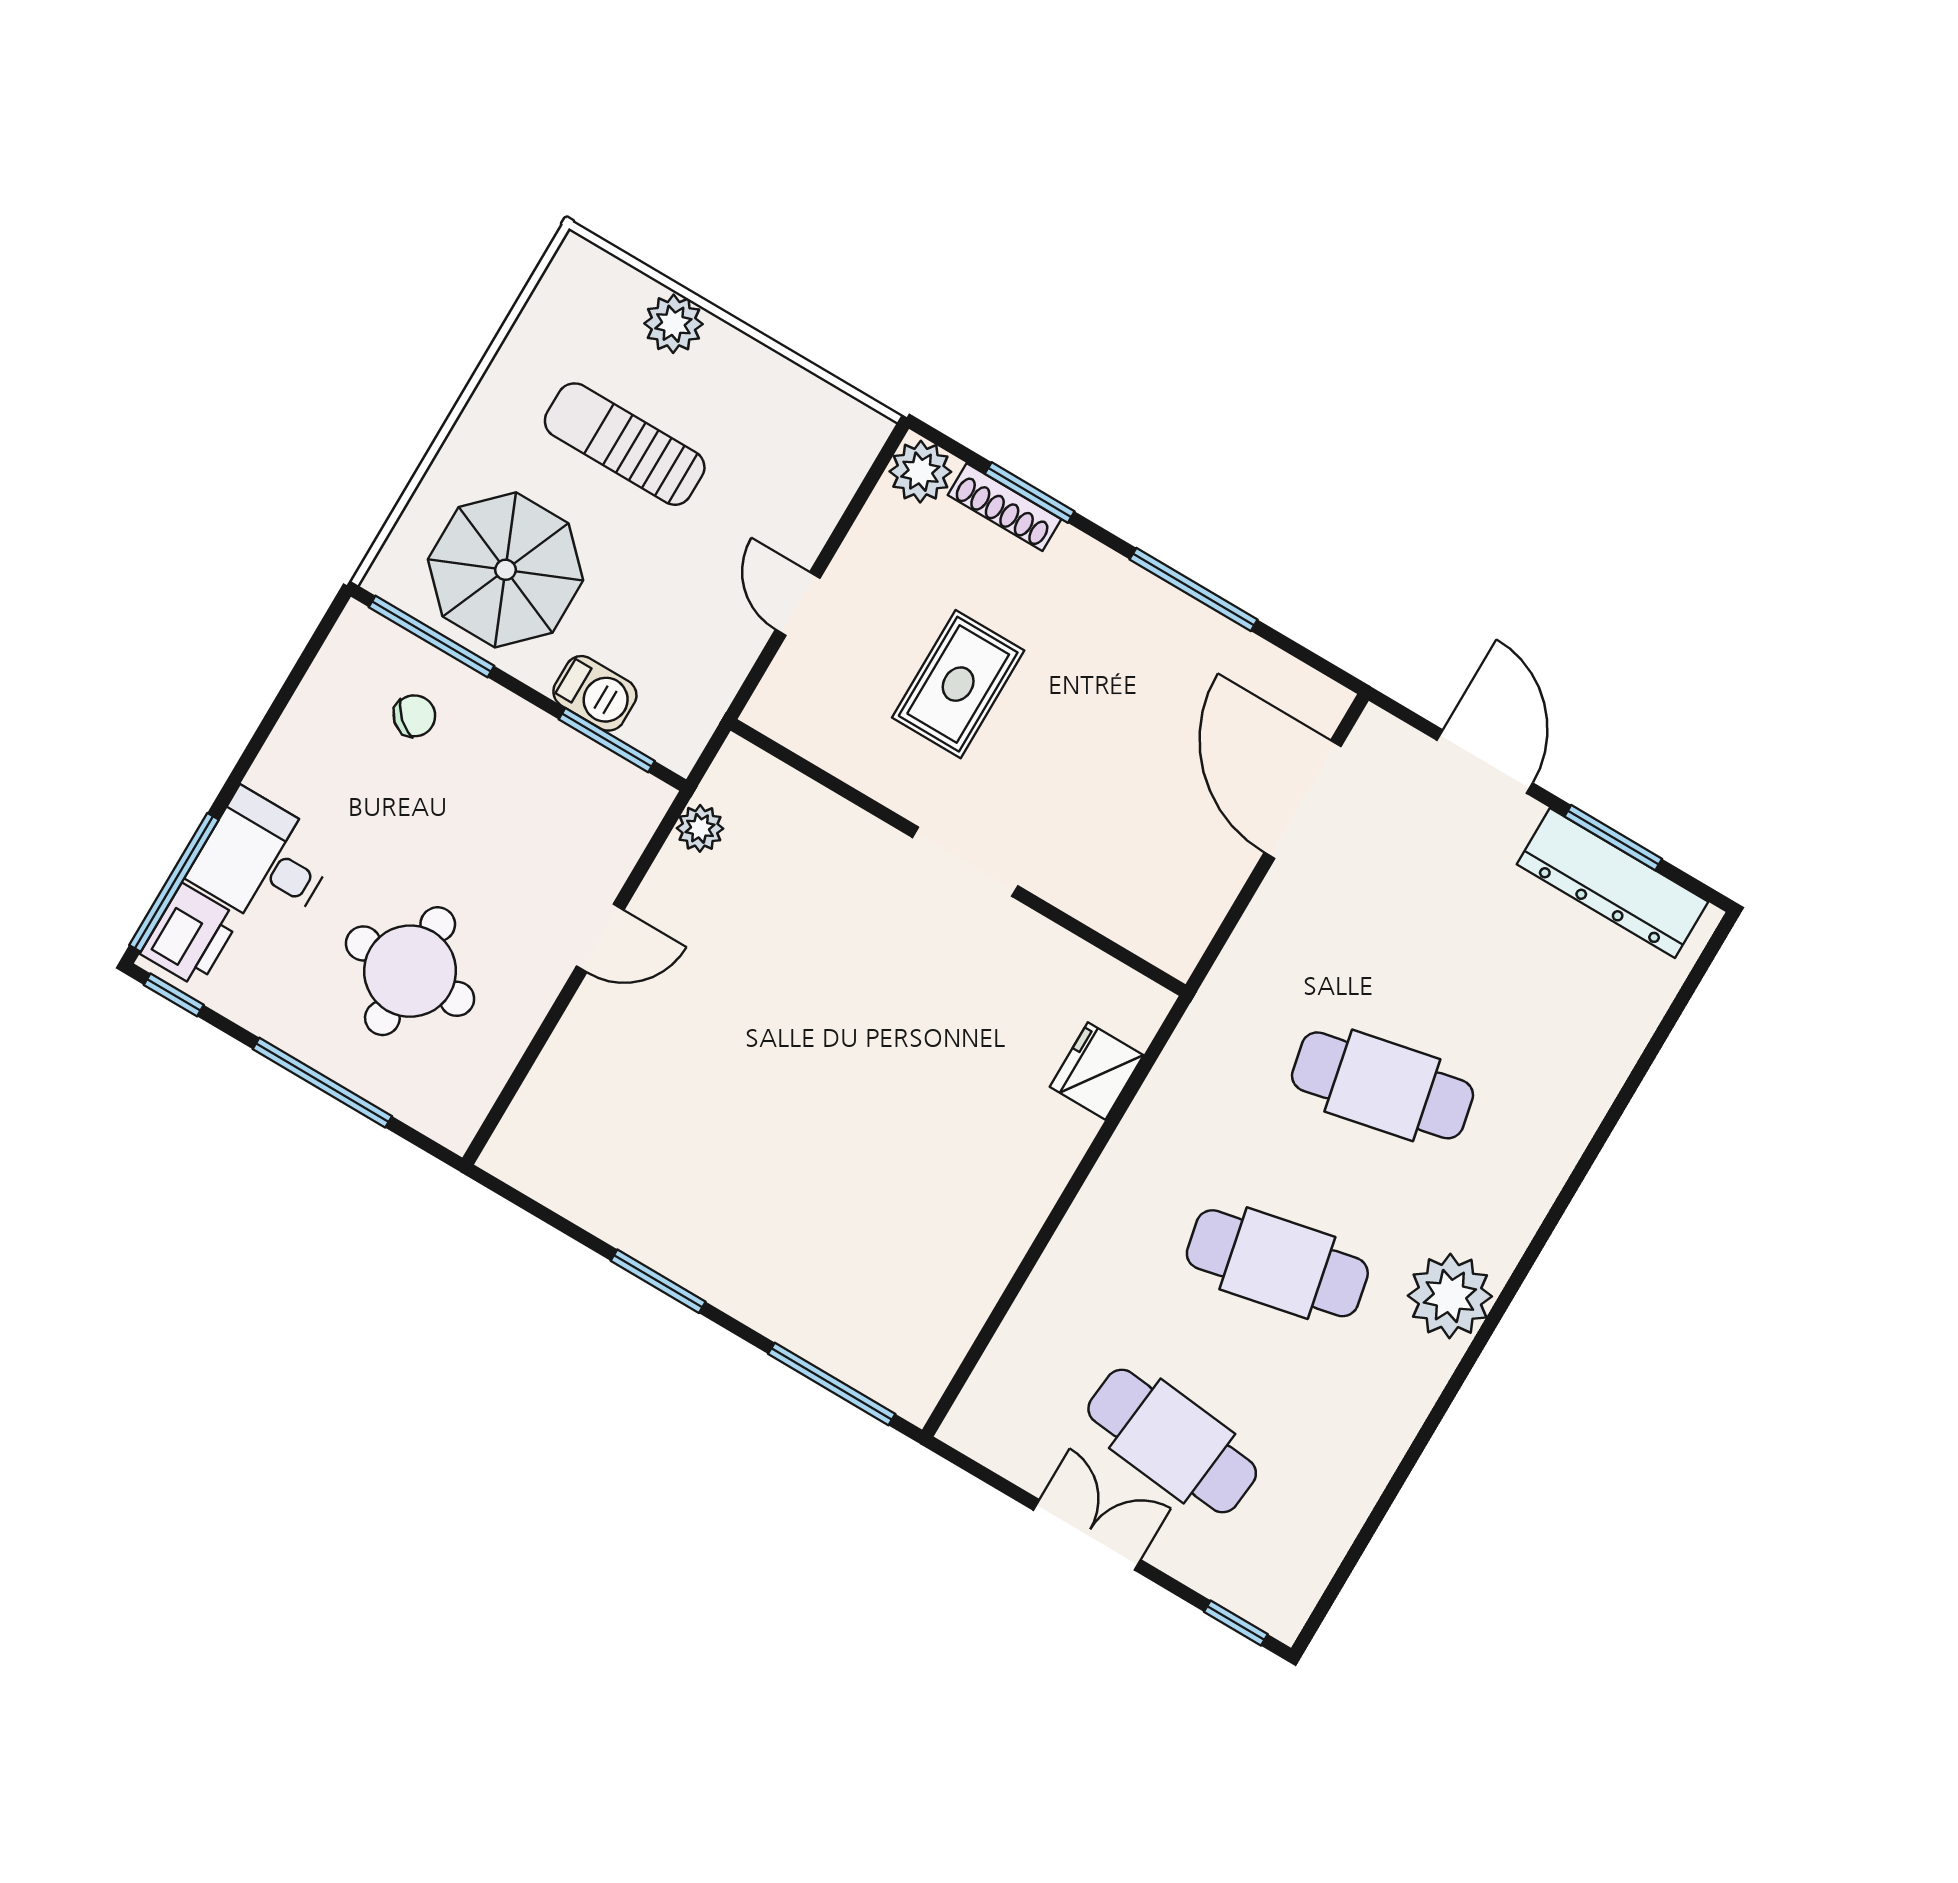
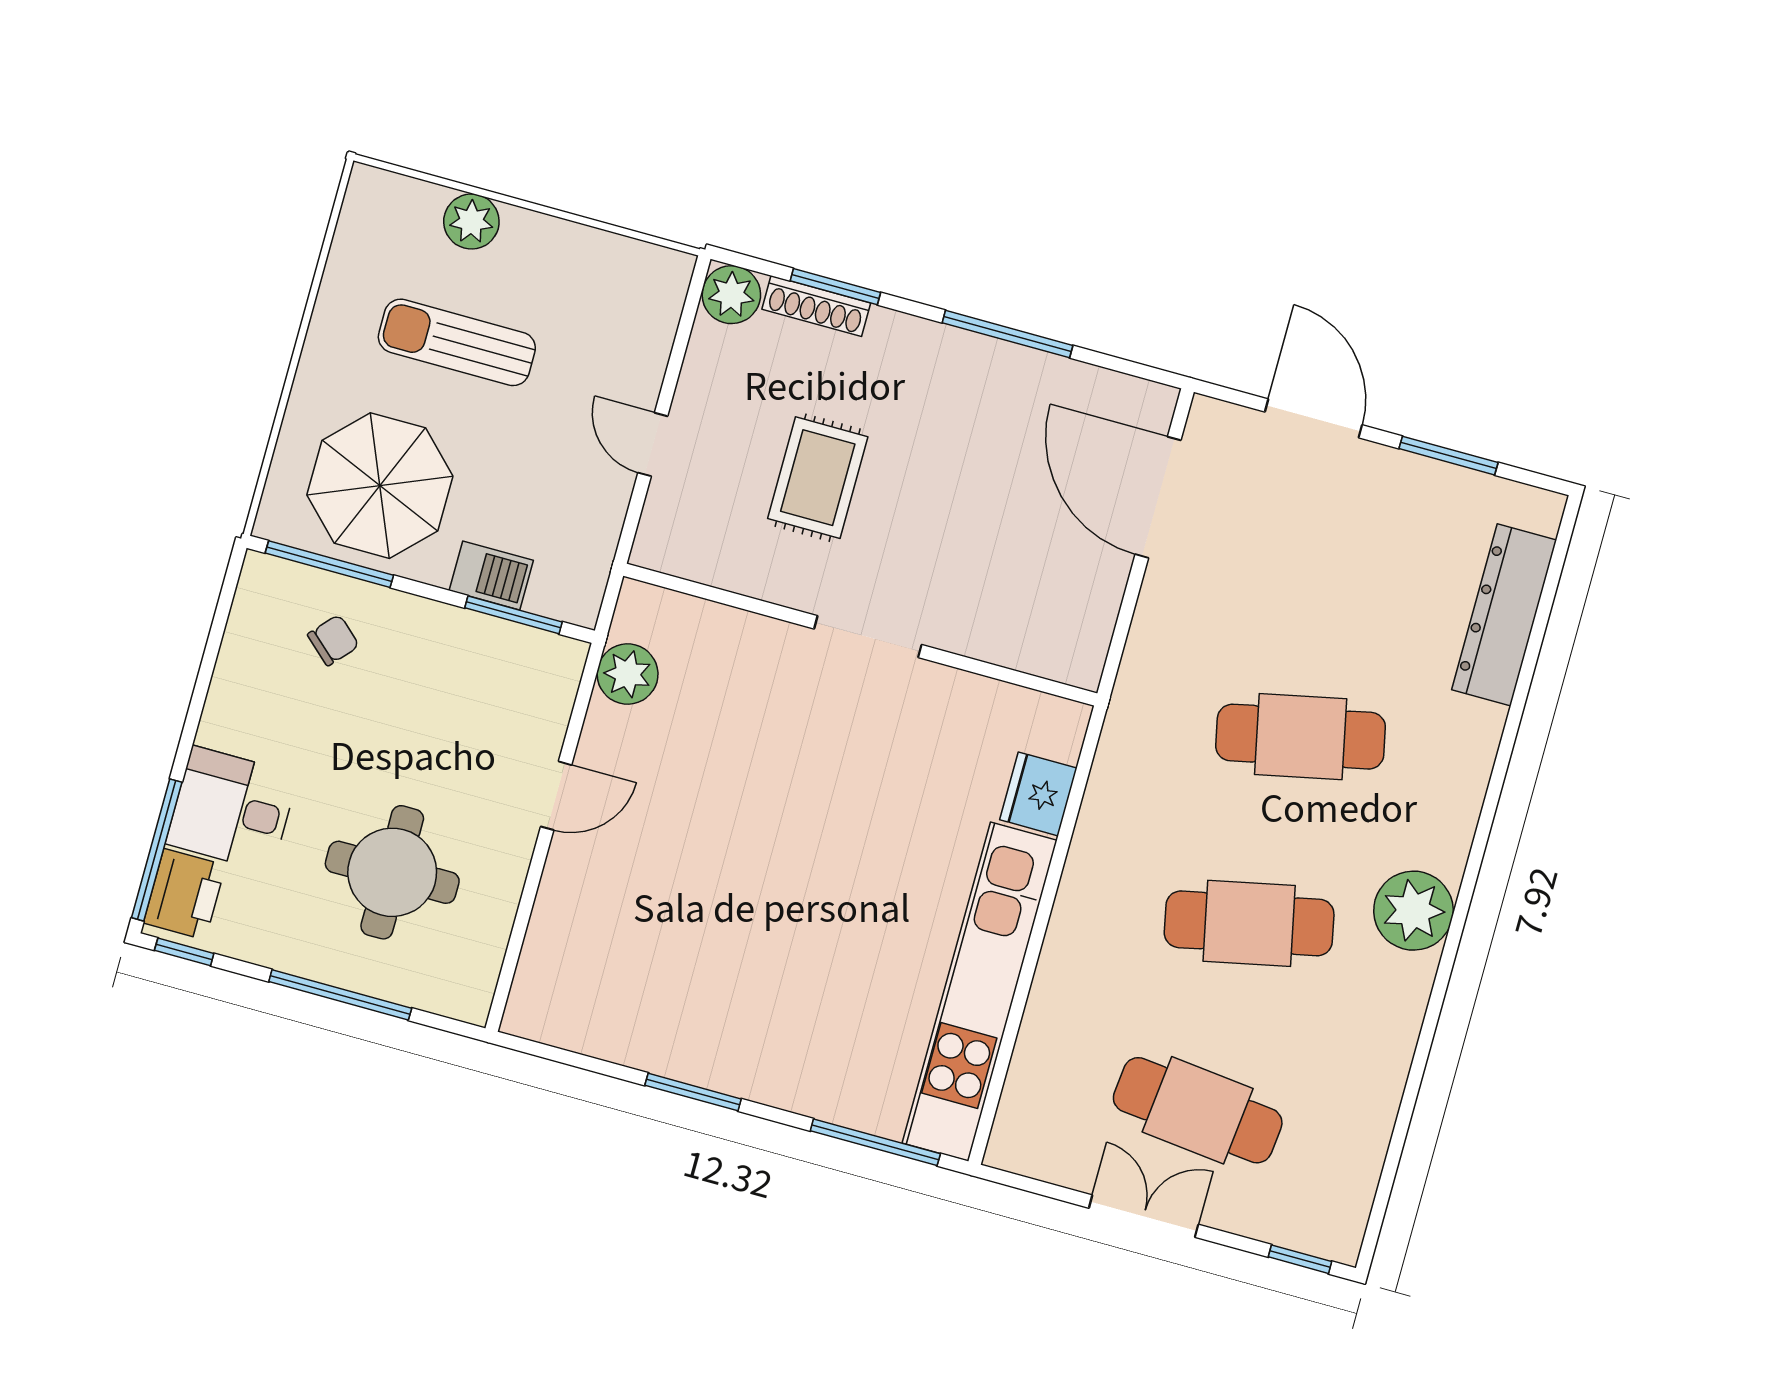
plant: (700, 828) -> (628, 674), width x1.38, depth x1.38
dresser: (1612, 883) -> (1504, 615), moved, turned 90
kitchen unit: (981, 1258) -> (980, 992), added

